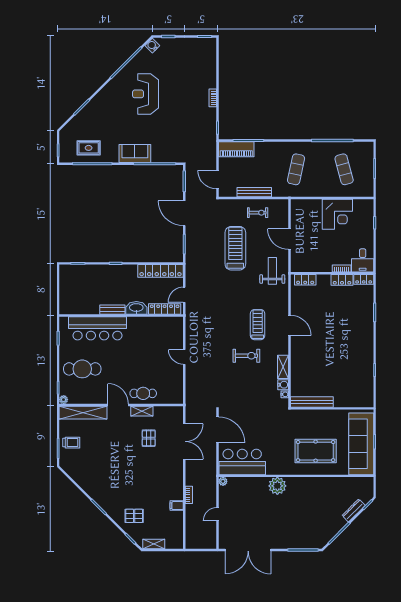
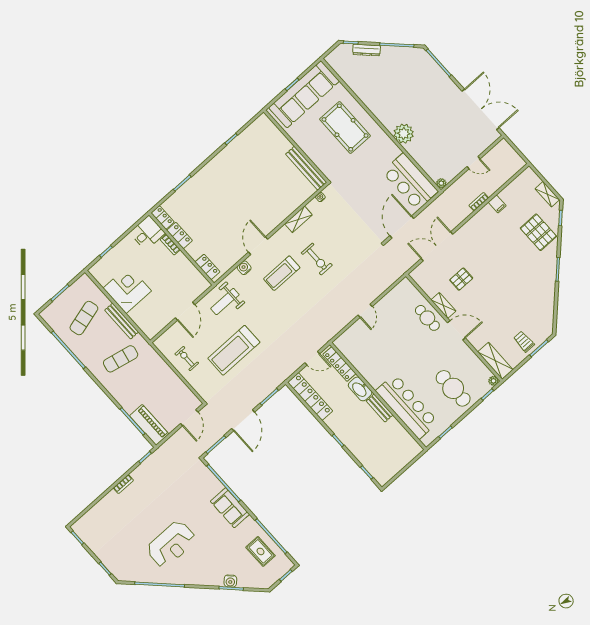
water cooler: (152, 46) -> (230, 581), moved
bench: (254, 192) -> (122, 321), moved
exercise bike: (246, 356) -> (317, 259), turned 180
water cooler: (283, 385) -> (244, 268), moved
door: (118, 405) -> (456, 330), swing flipped
shelving: (83, 413) -> (495, 361), width x0.68
pallet: (134, 516) -> (538, 232), width x1.50, depth x1.42

